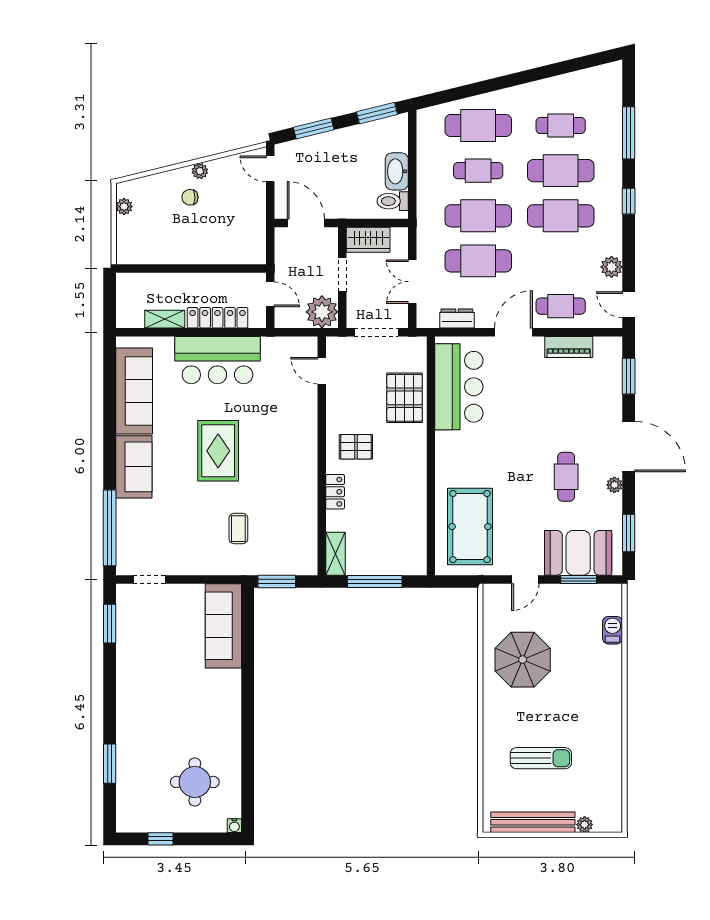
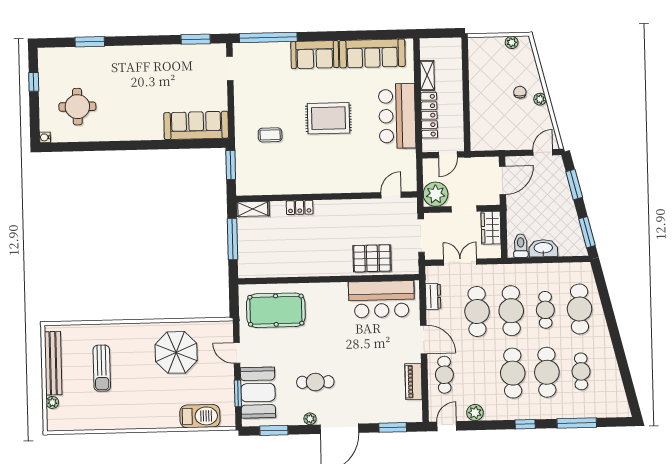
pallet: (356, 447) -> (334, 222), removed
barbecue: (613, 630) -> (200, 416), width x1.88, depth x1.53

